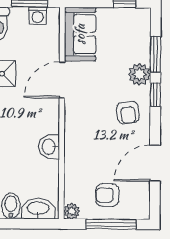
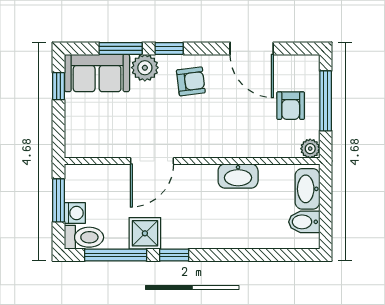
washing machine: (38, 16) -> (75, 213), moved
sofa: (80, 34) -> (97, 73), moved, turned 180
door: (62, 80) -> (152, 161), hinge flipped
washbasin: (49, 147) -> (238, 176), width x1.38

